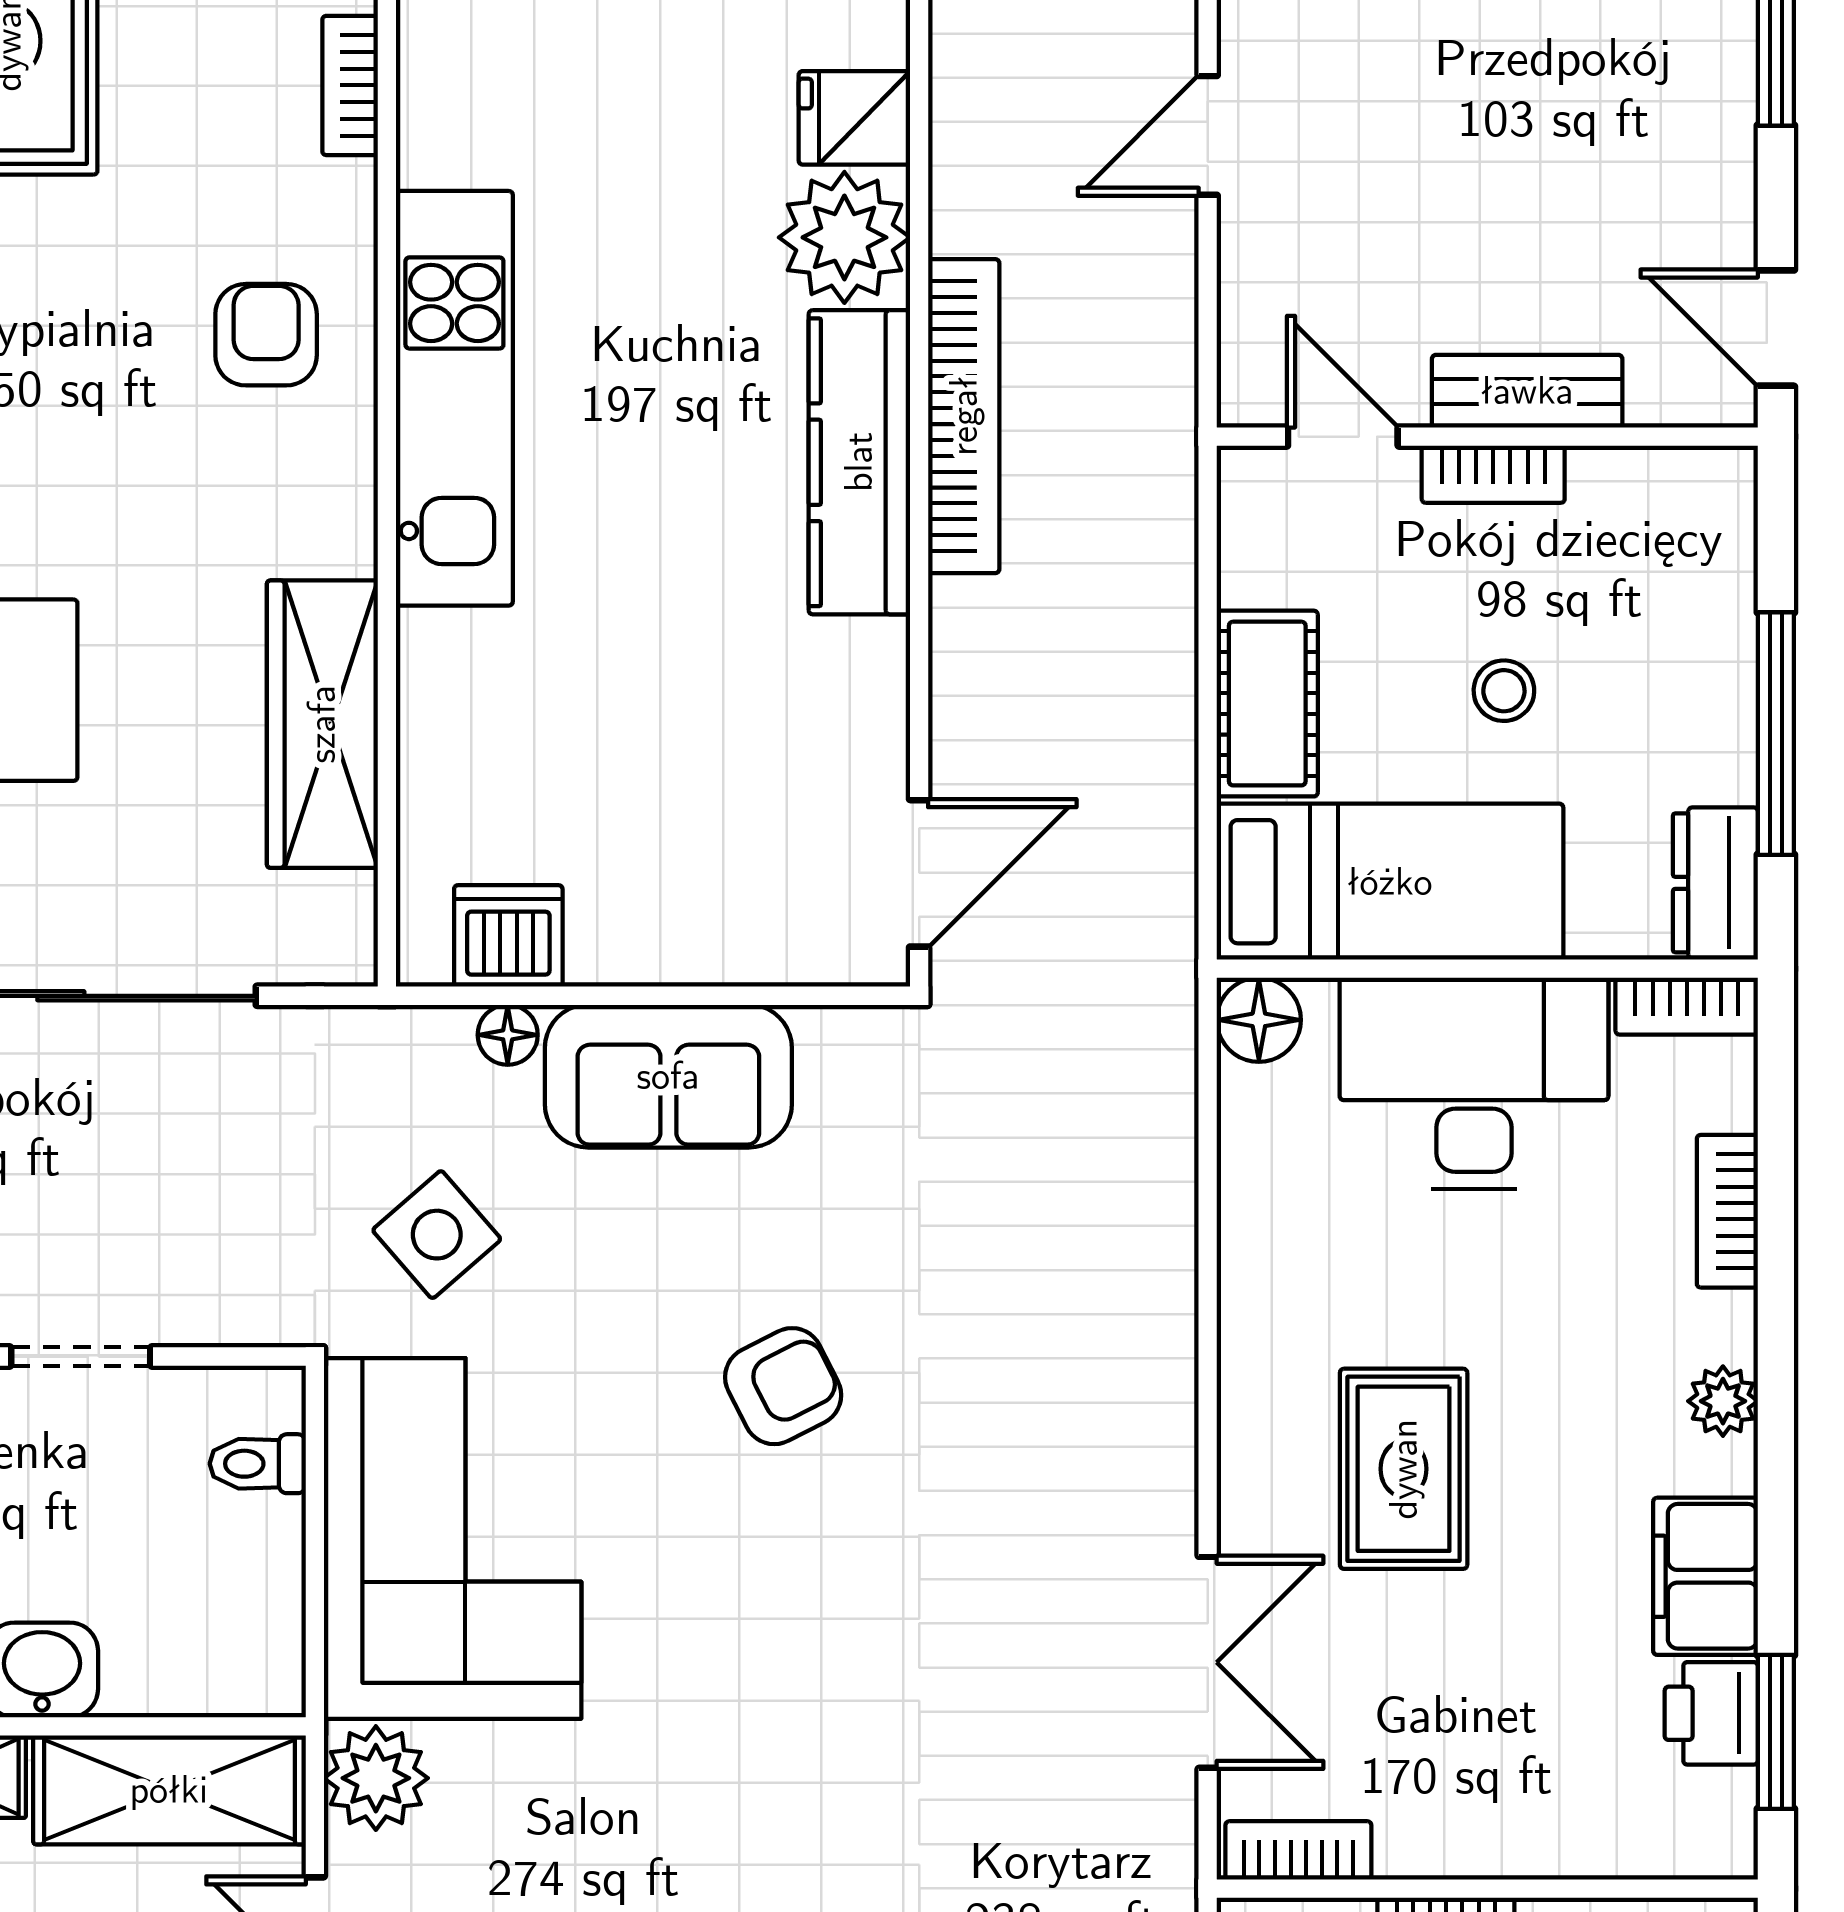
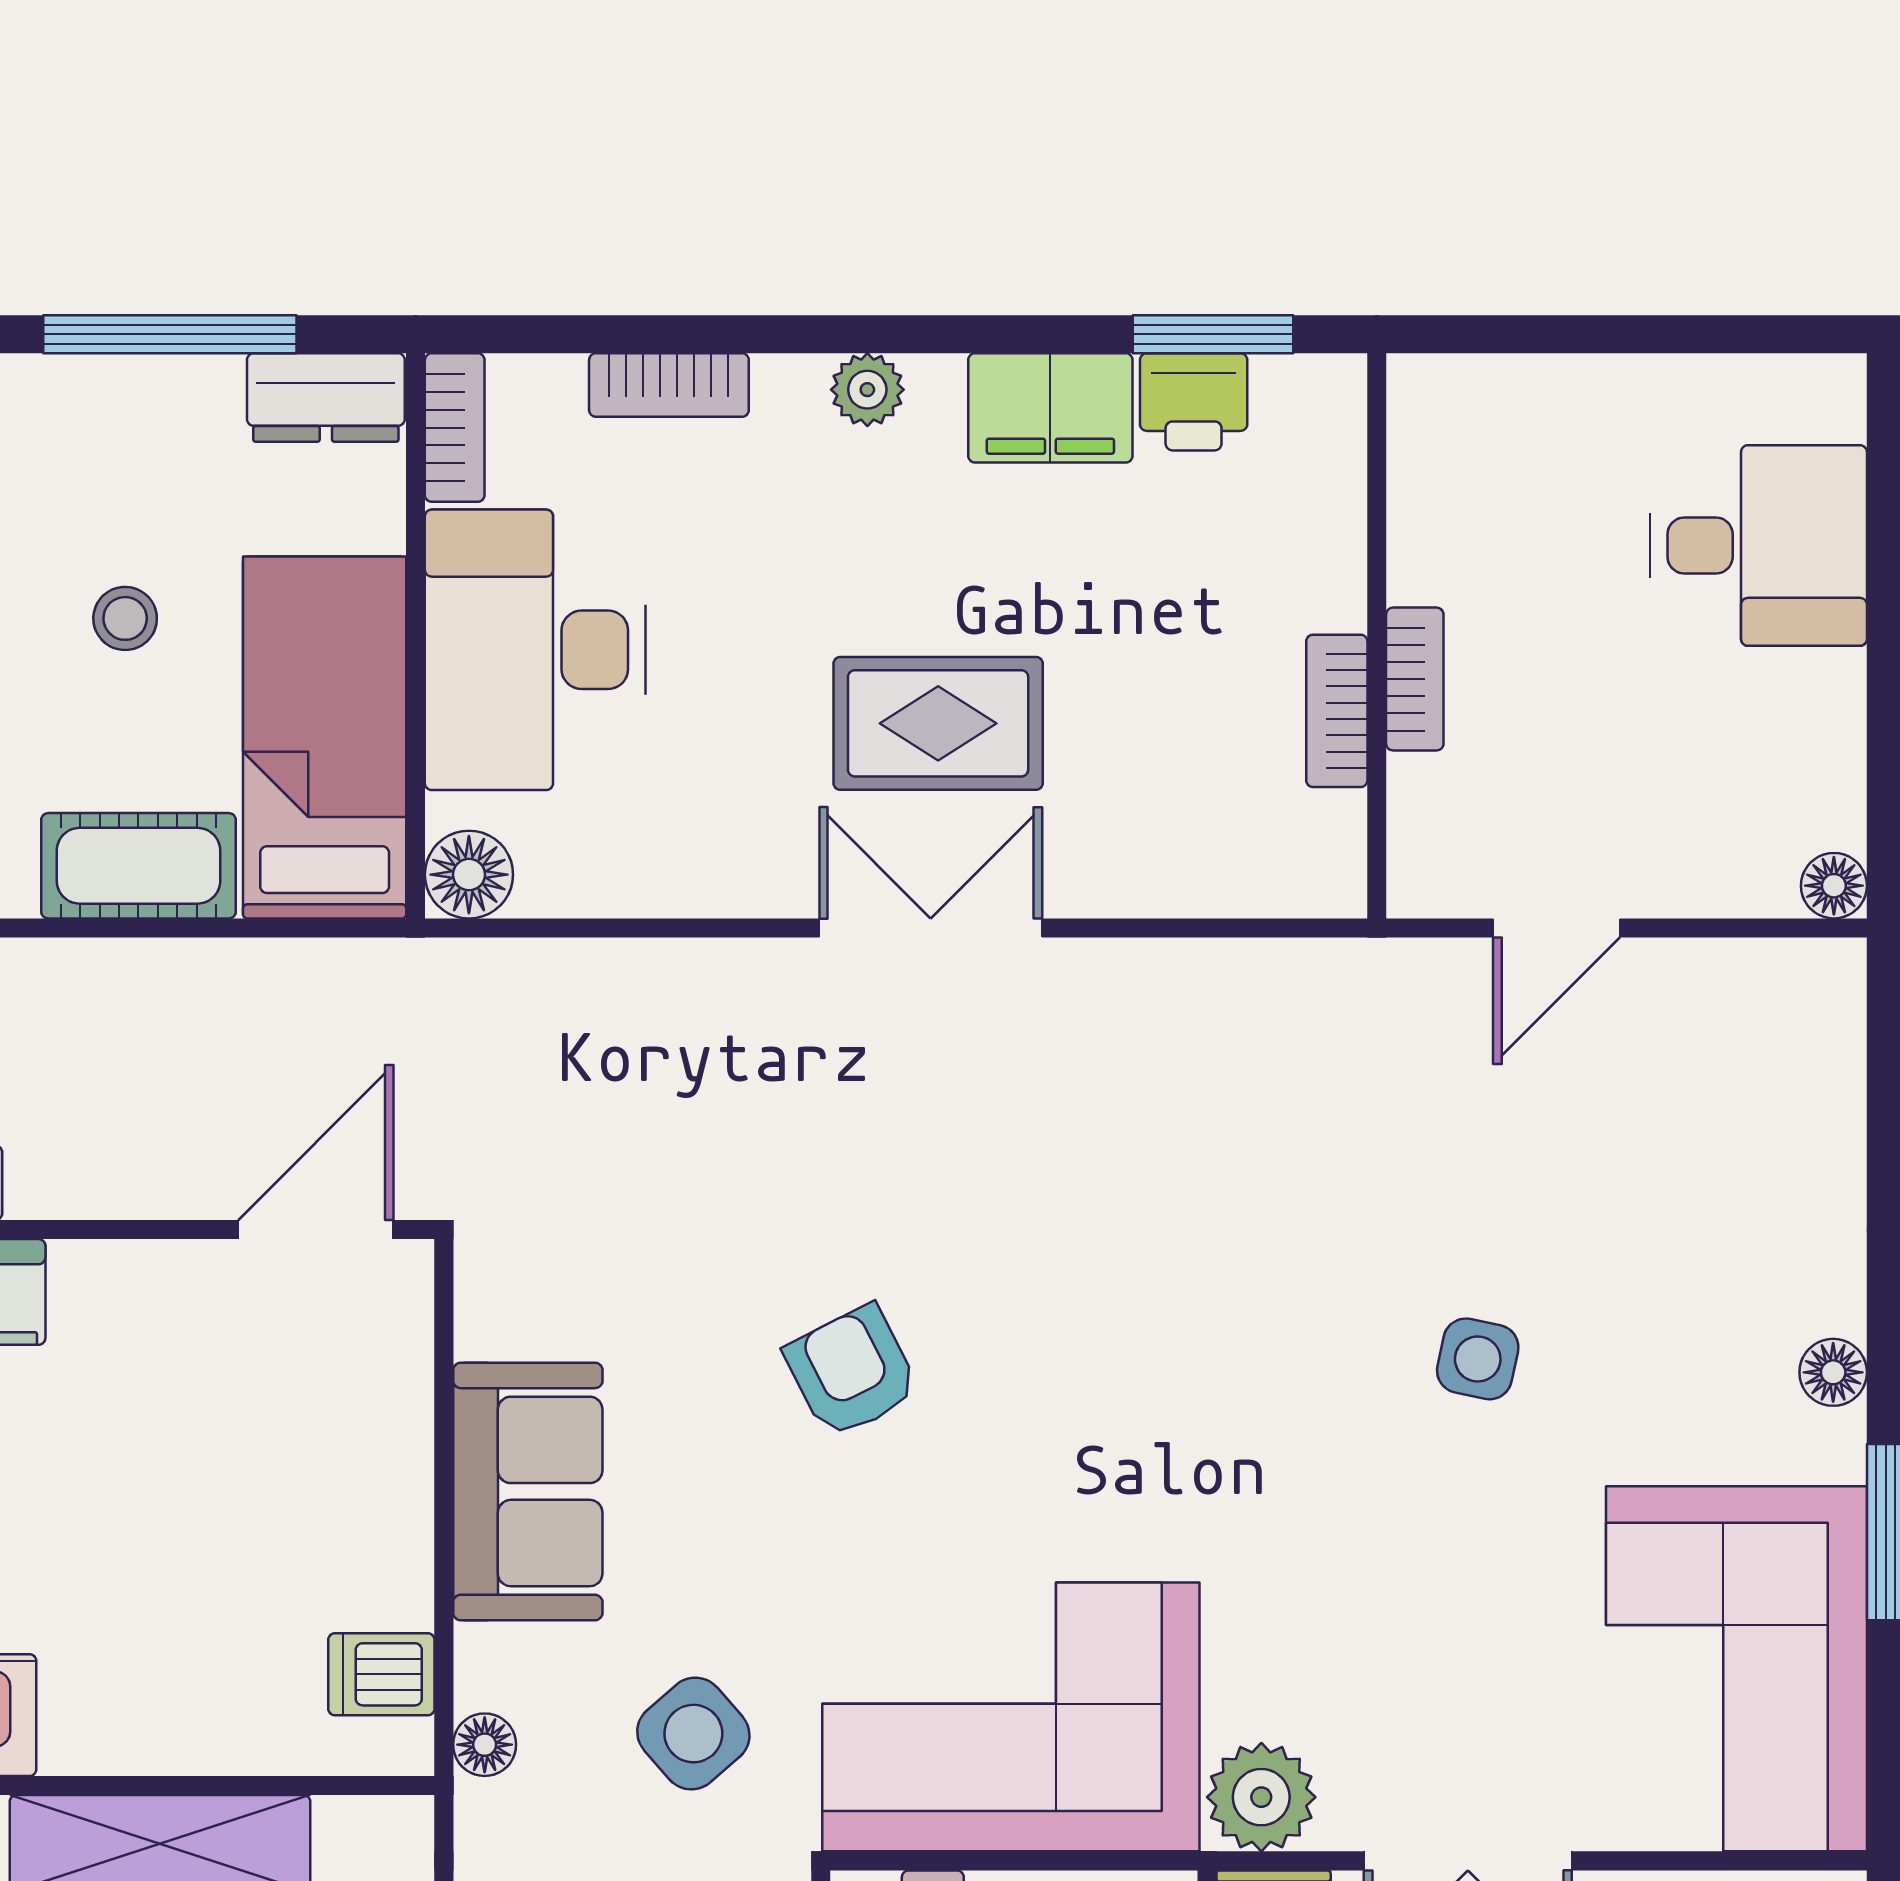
door: (919, 873) -> (316, 1230), hinge flipped
dishwasher: (508, 936) -> (381, 1674), width x0.73
floor lamp: (508, 1035) -> (485, 1745), moved
double door: (1208, 1662) -> (931, 928), moved
bookcase: (1298, 1850) -> (1337, 711), moved

